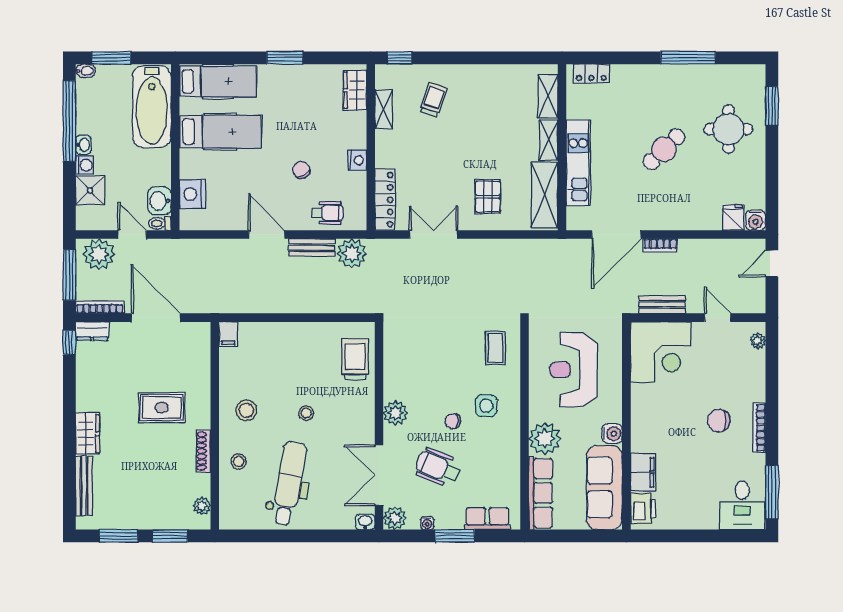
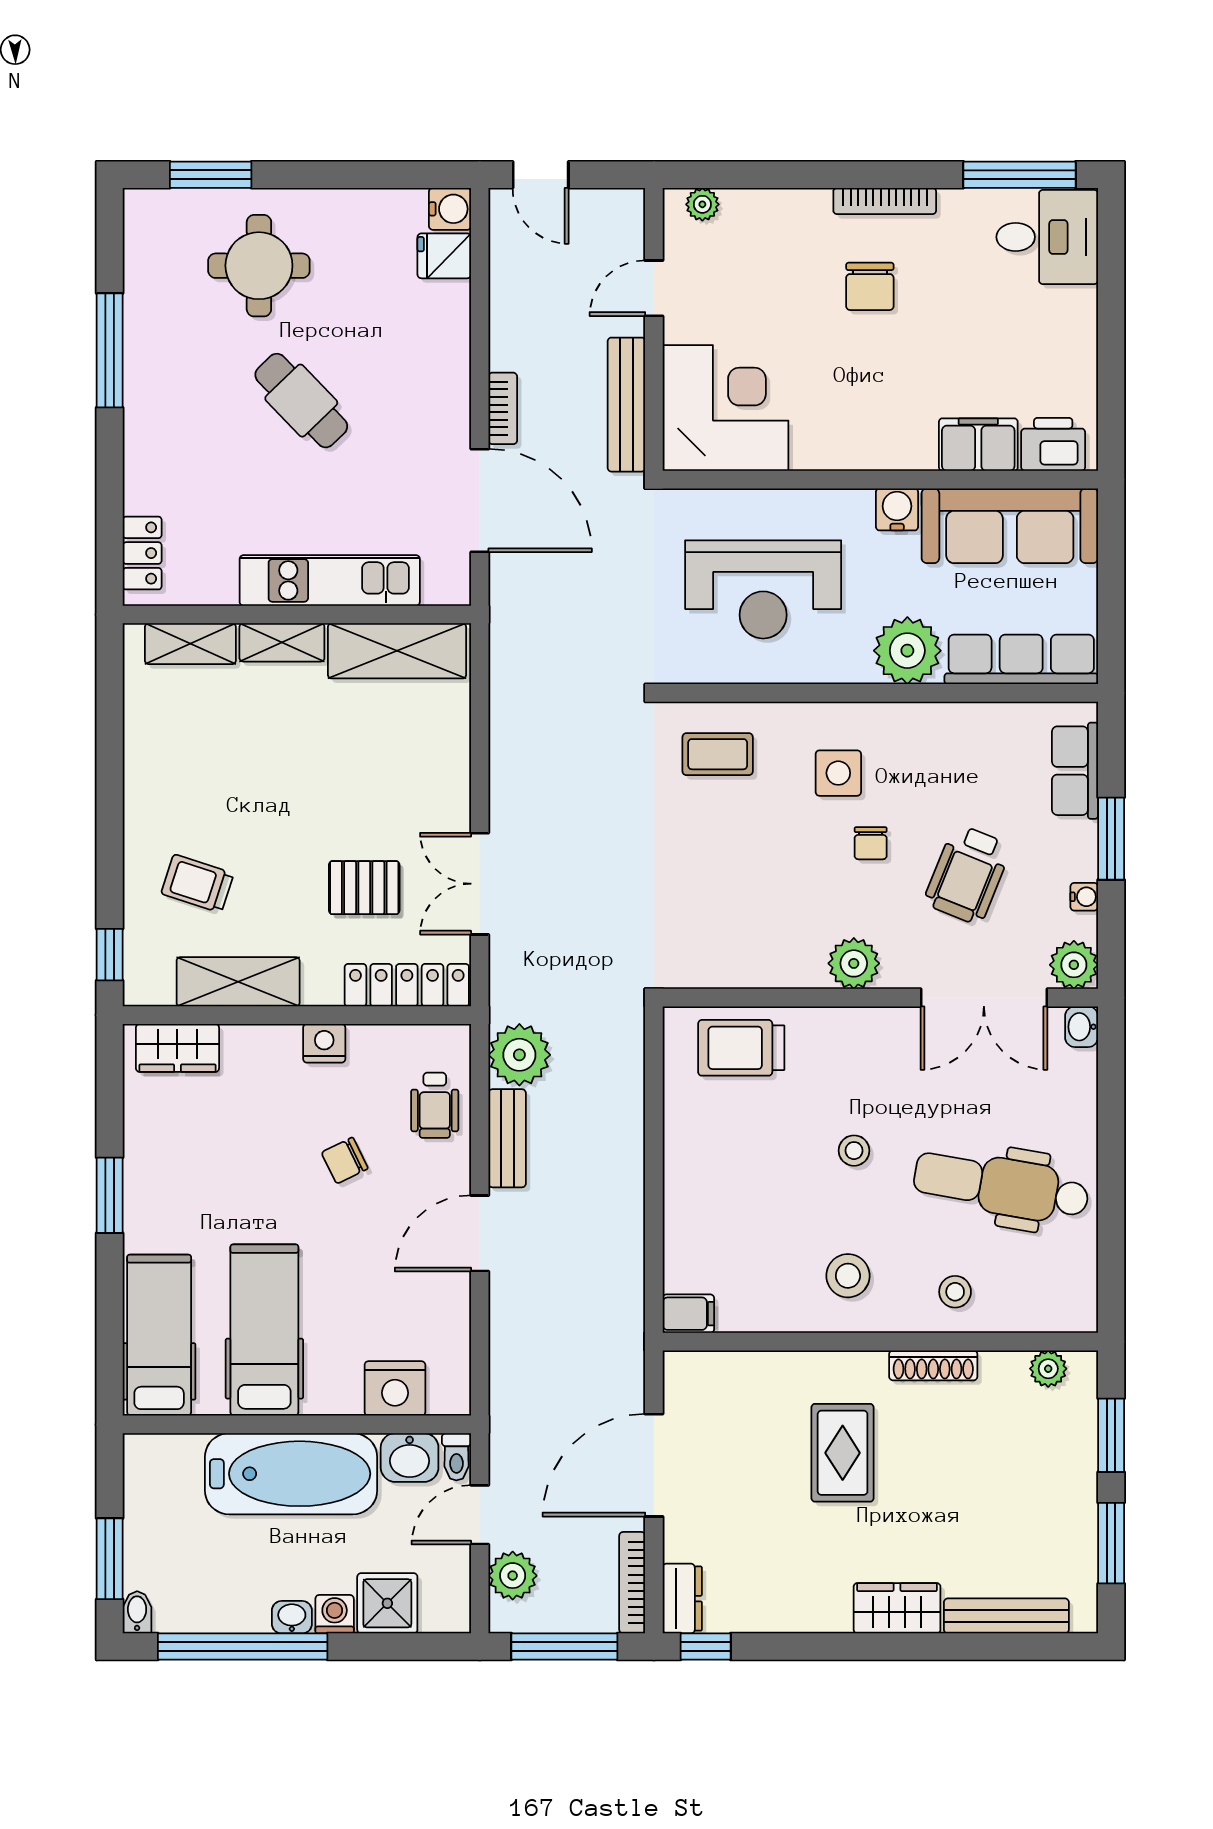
bathtub: (152, 106) -> (291, 1474), moved
shelving: (384, 109) -> (238, 982), width x1.50, depth x1.33
pallet: (488, 197) -> (364, 888), moved
wheelchair: (328, 213) -> (435, 1105), turned 180
plant: (99, 254) -> (513, 1576), width x0.73, depth x0.73
bench: (662, 305) -> (626, 405), width x1.36

